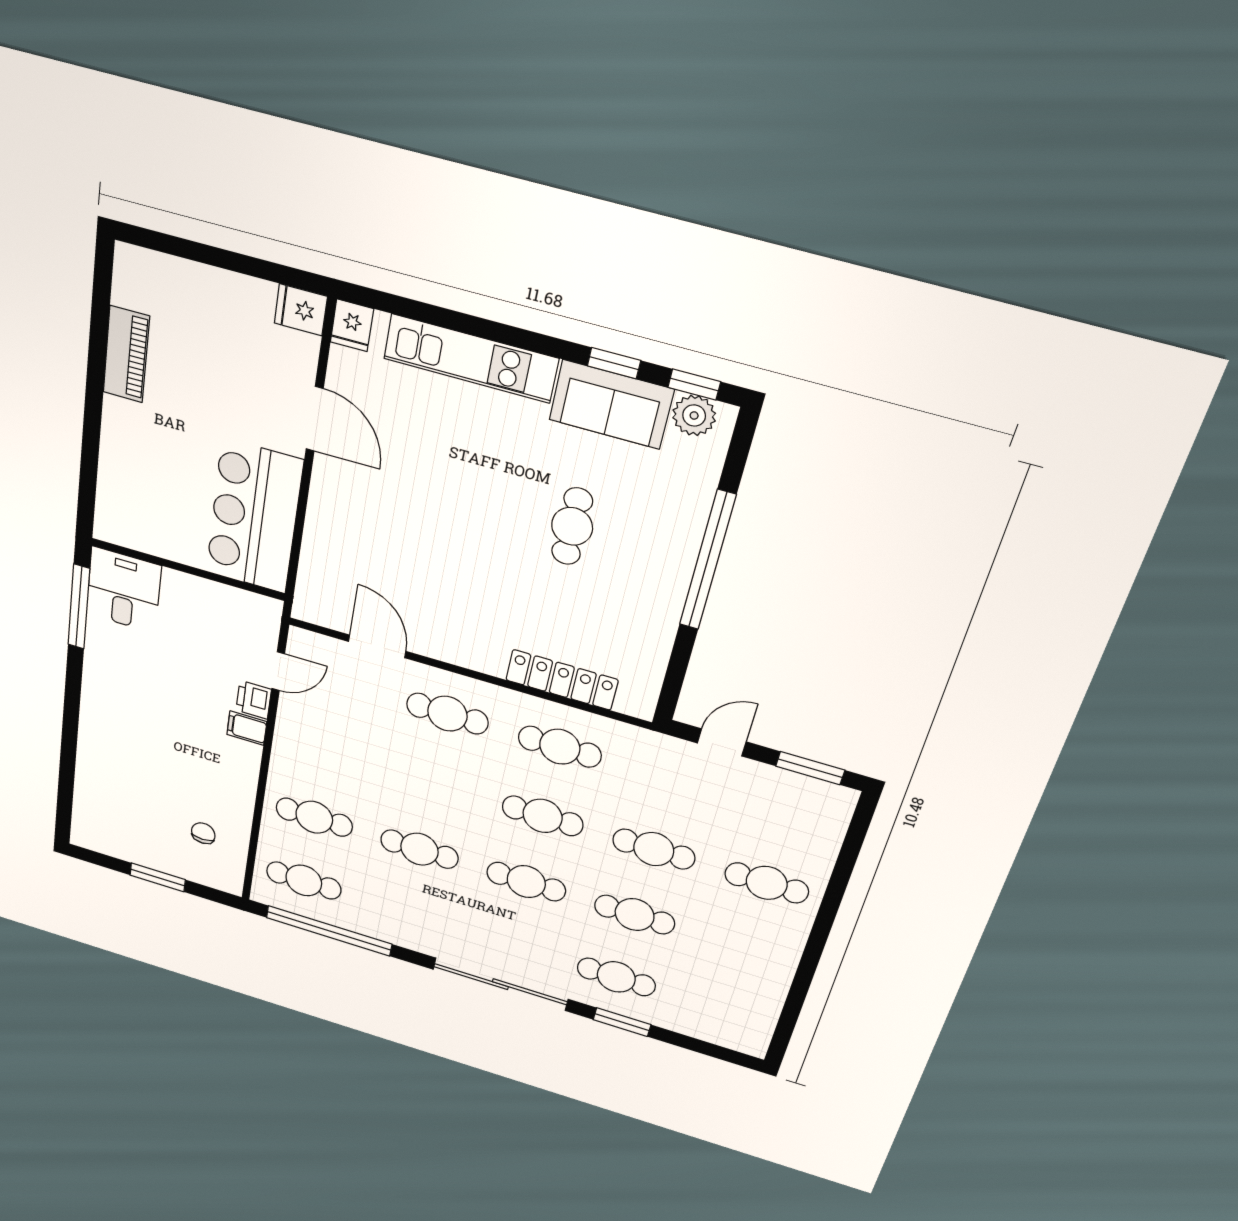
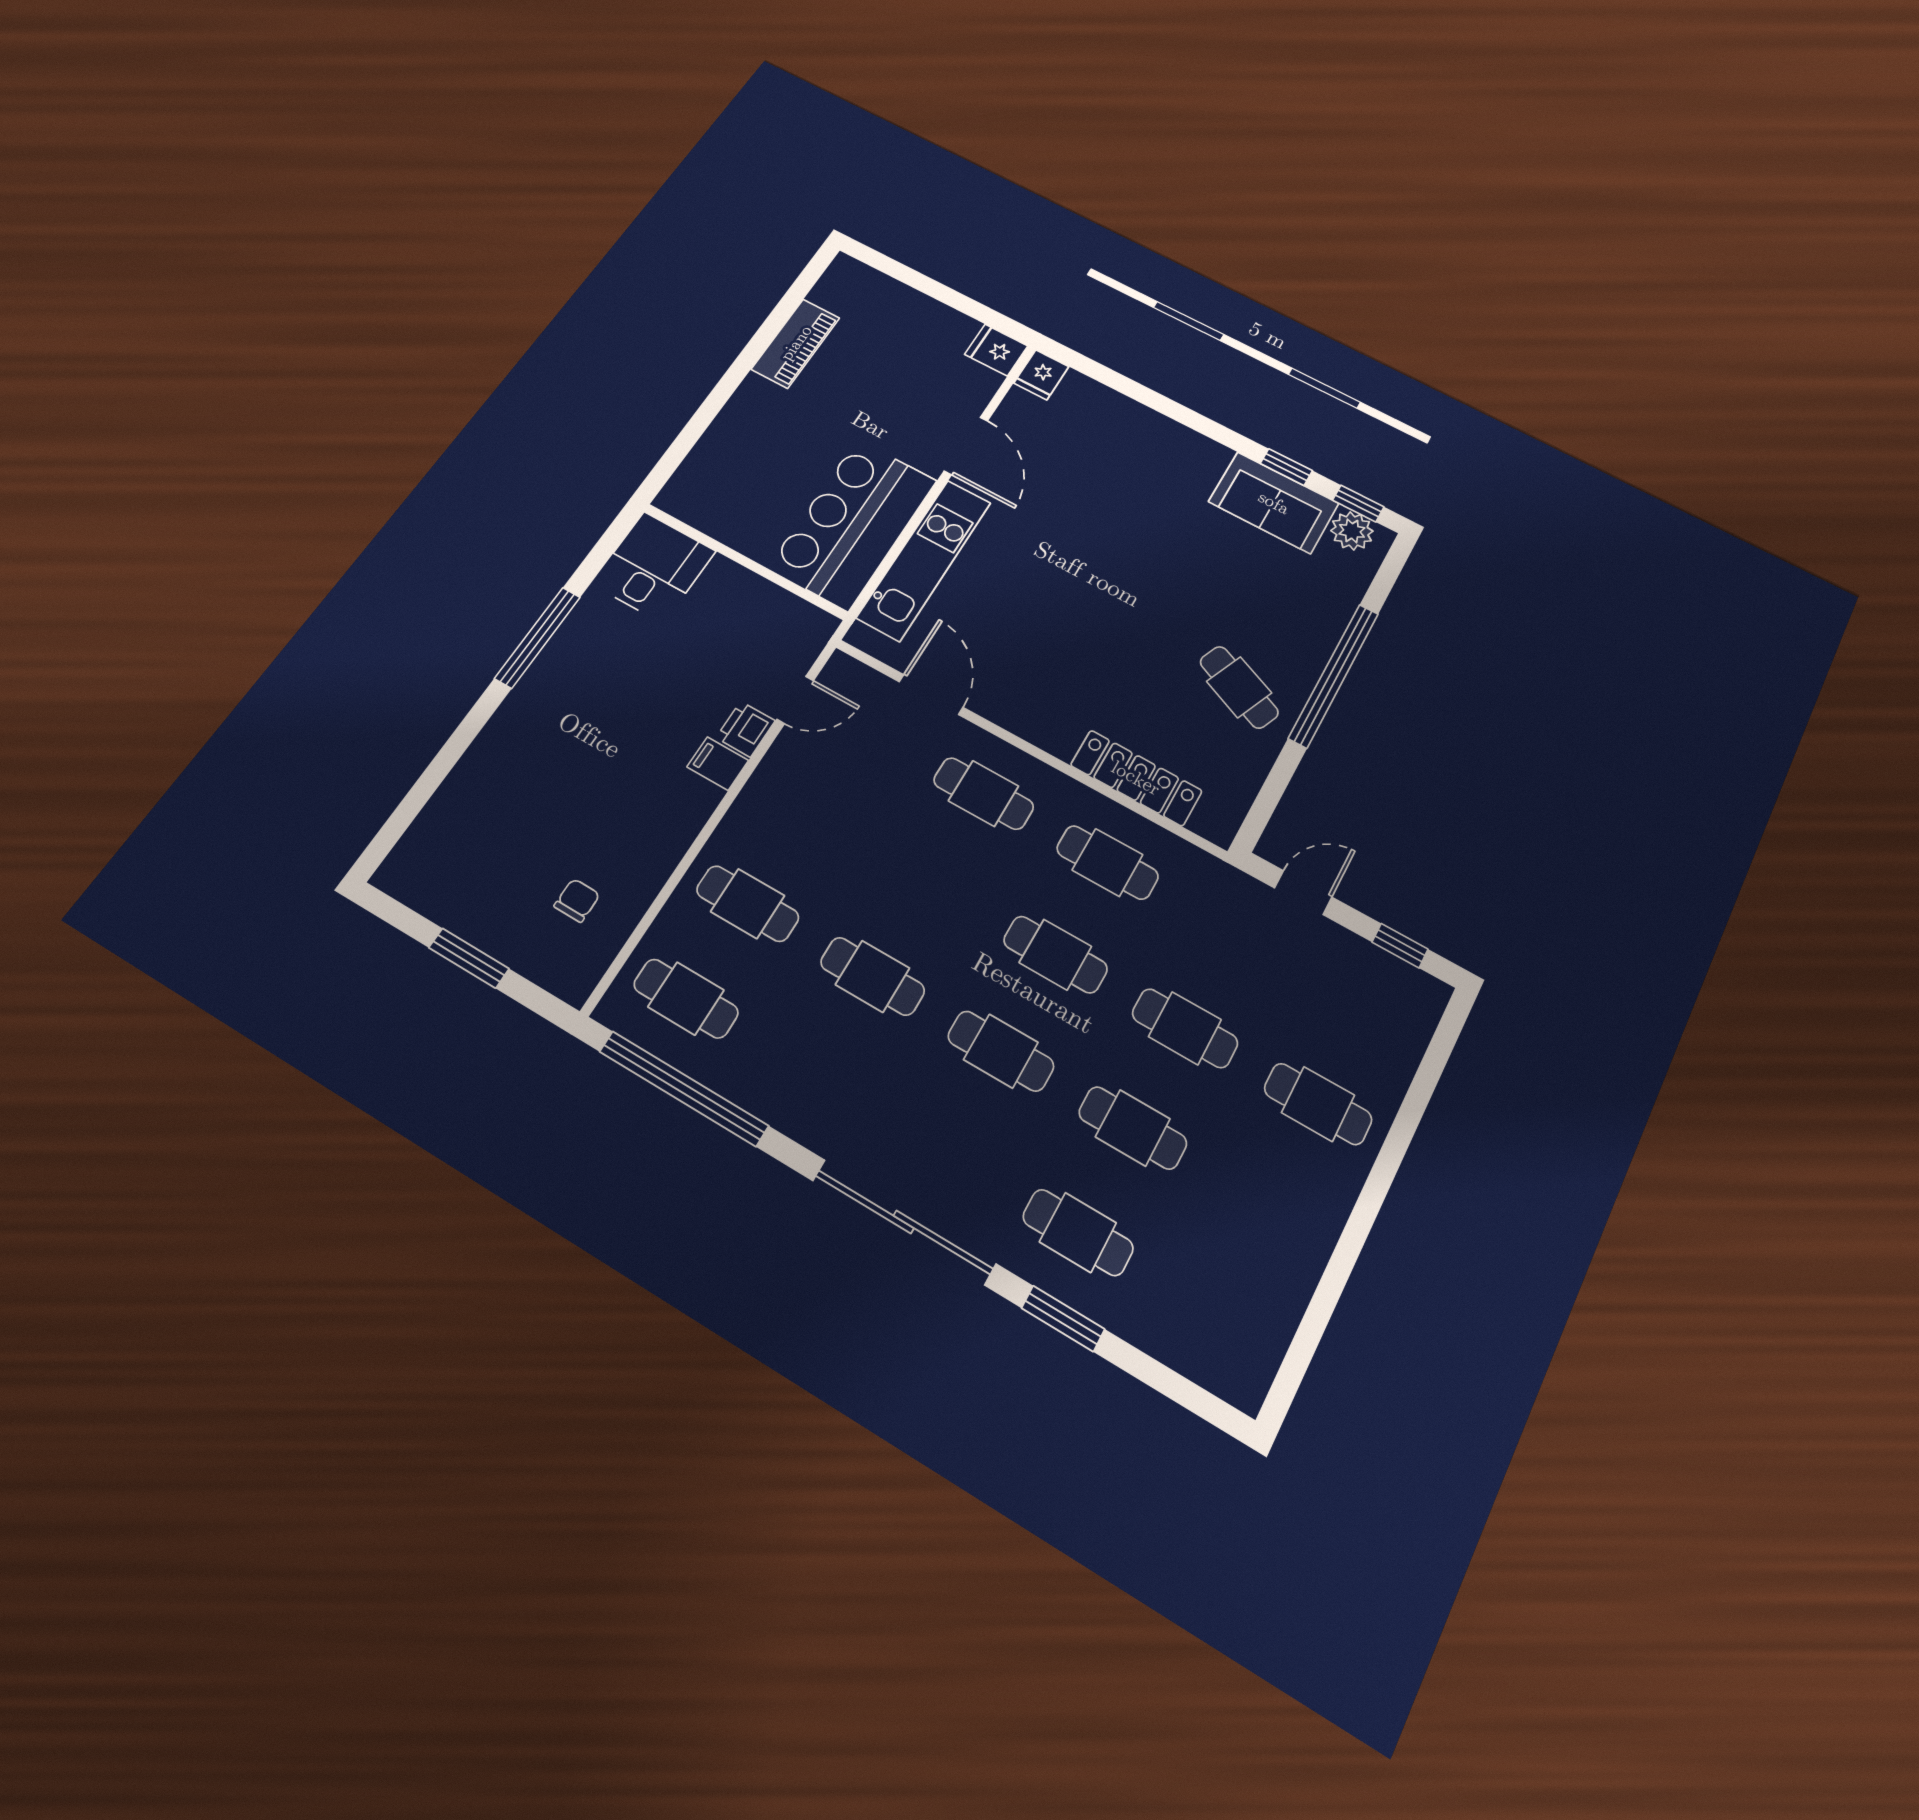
kitchen unit: (471, 358) -> (924, 560), moved, turned -90
cafe table: (572, 526) -> (1239, 687), moved, turned -67
window: (79, 607) -> (538, 638), moved
window: (810, 768) -> (1400, 946), width x0.67

